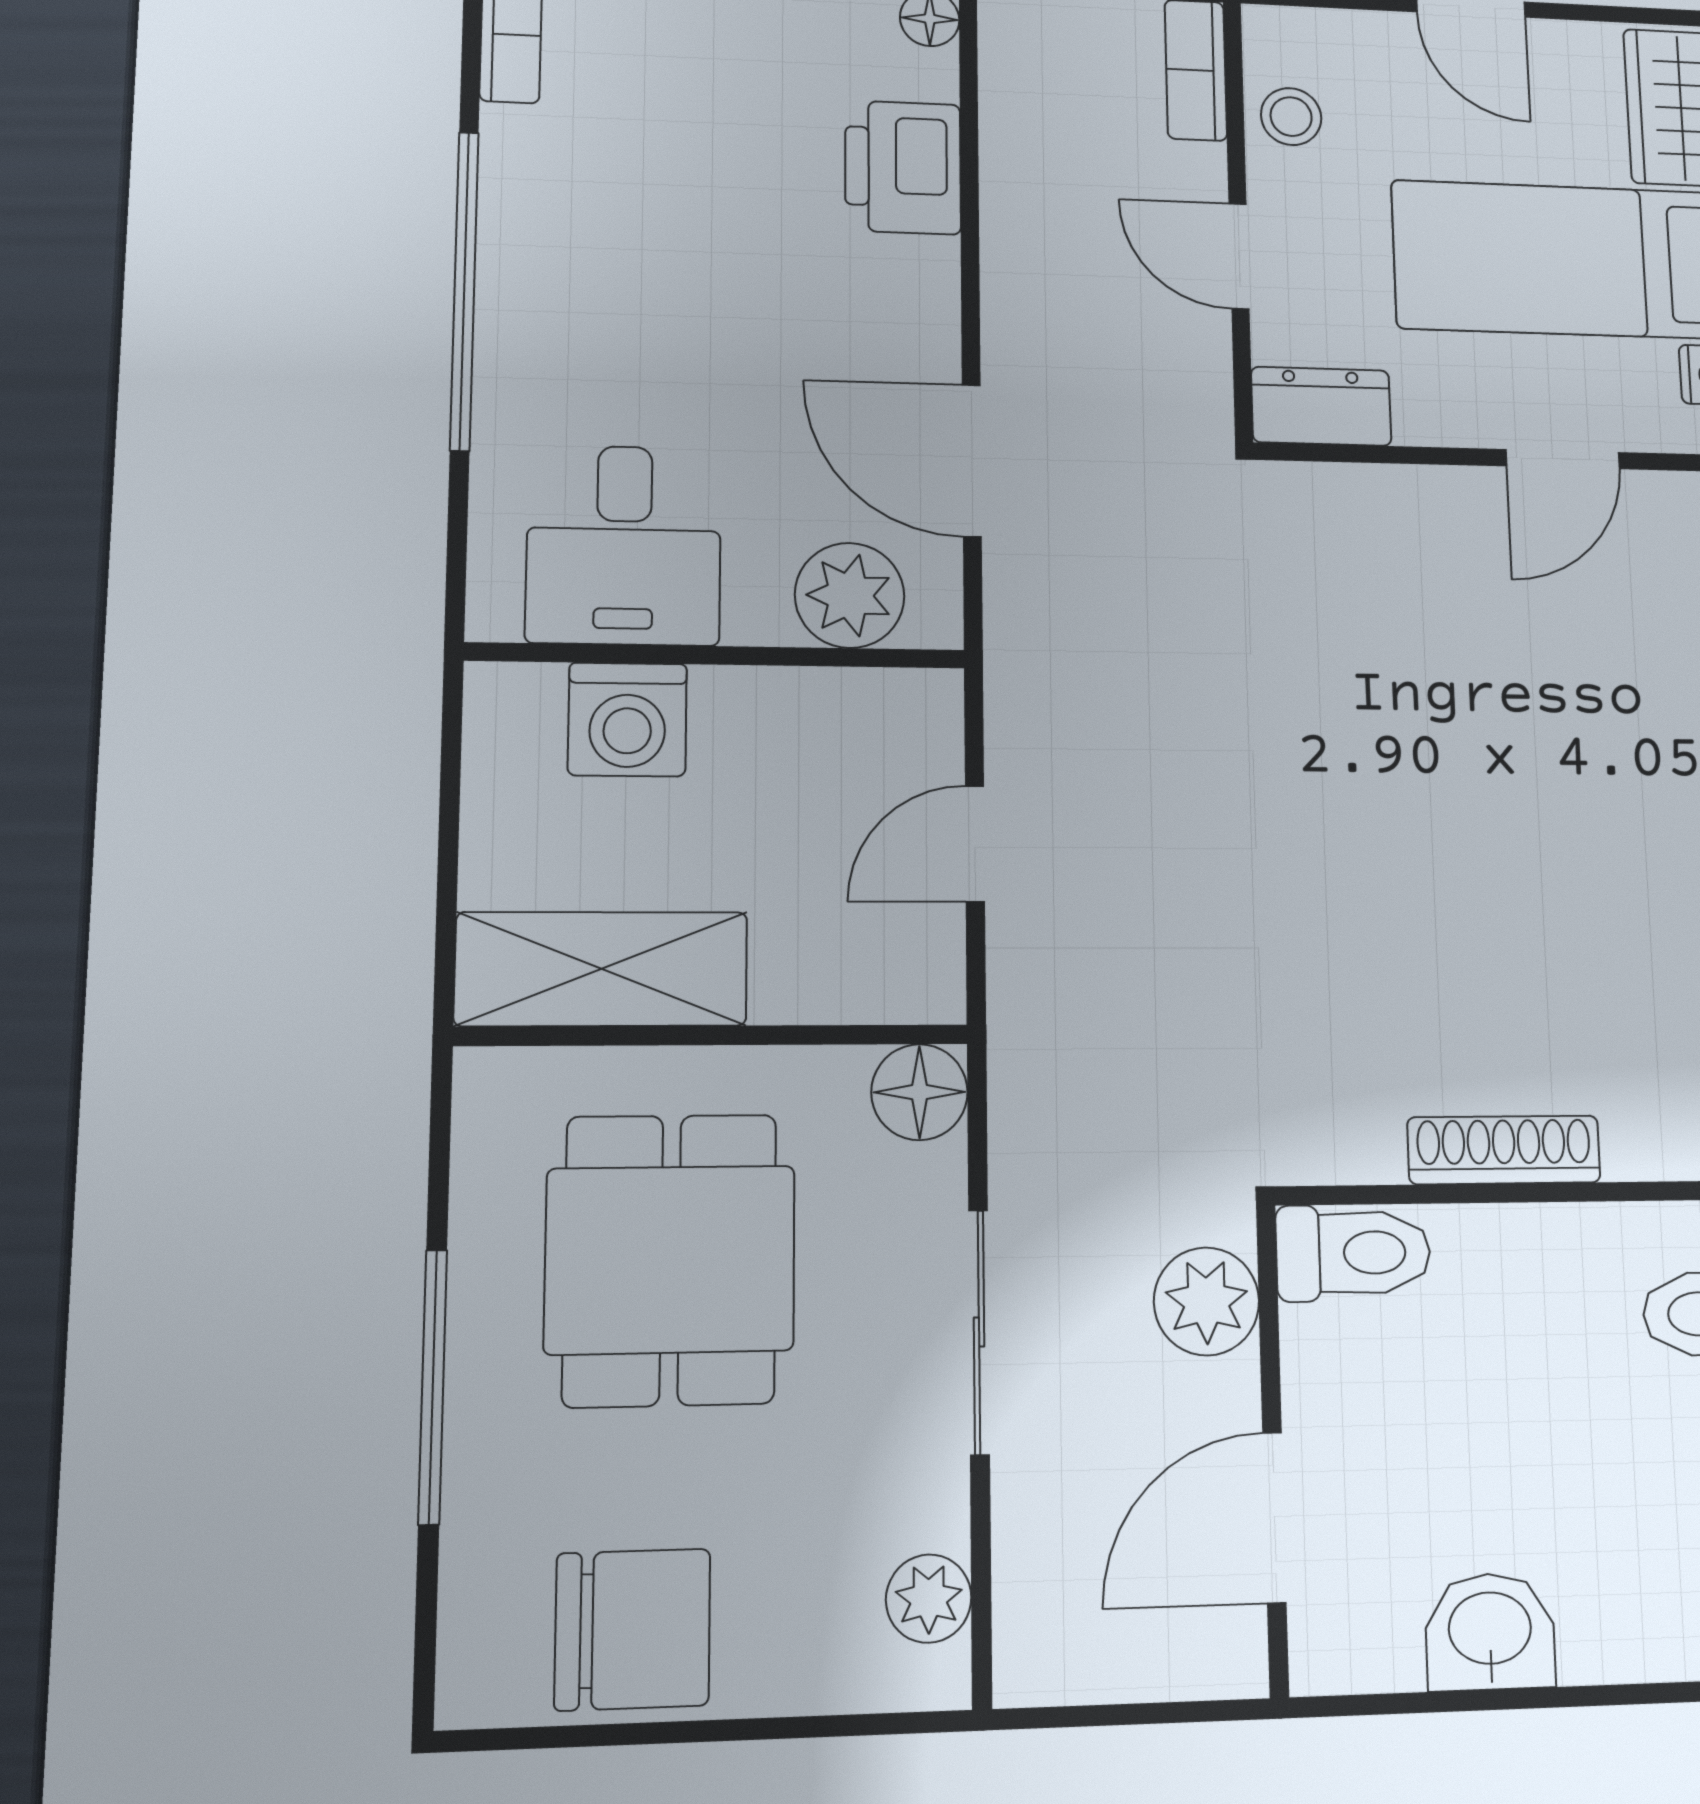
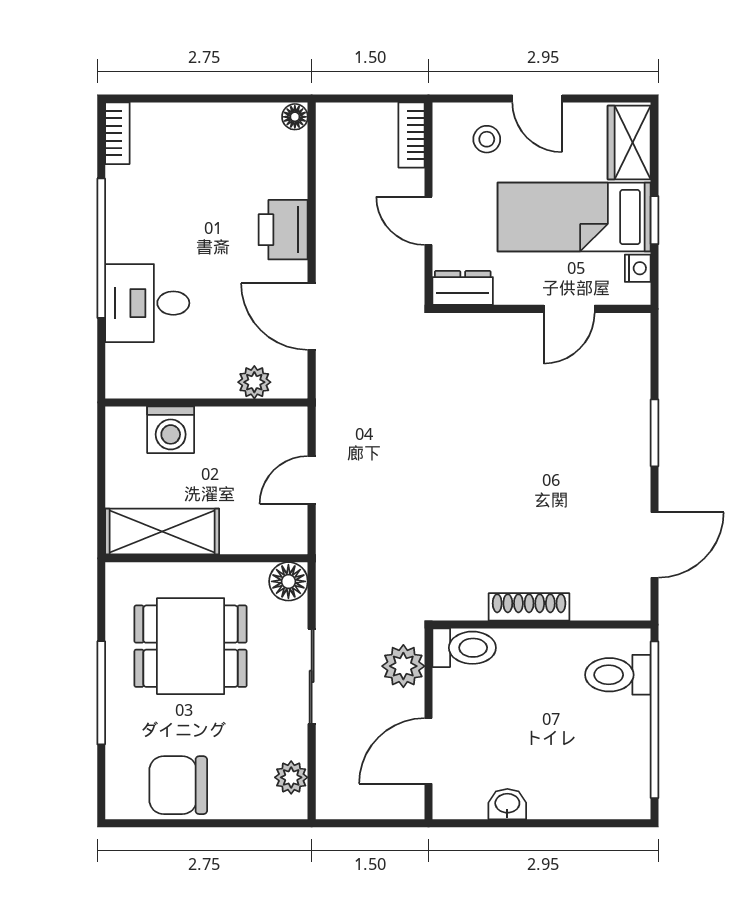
stool: (1291, 117) -> (487, 139), moved
printer: (903, 167) -> (283, 230), moved
desk: (624, 545) -> (147, 303), moved, turned 90
plant: (850, 595) -> (254, 382), width x0.73, depth x0.73
dining table: (670, 1259) -> (191, 646), turned 90
chair: (633, 1629) -> (178, 785), turned 180
washbasin: (1490, 1632) -> (507, 804), width x0.72, depth x0.69

